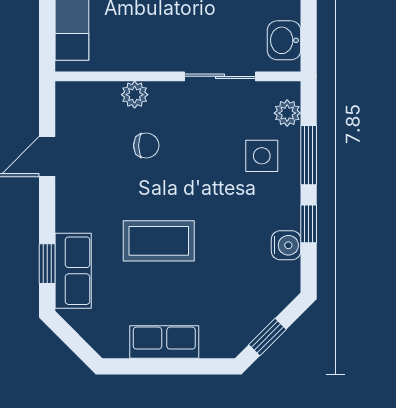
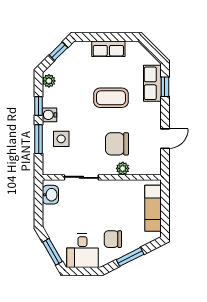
plant: (287, 113) -> (49, 81), moved
chair: (146, 146) -> (117, 144), width x1.87, depth x1.87
water cooler: (286, 245) -> (49, 115), moved

